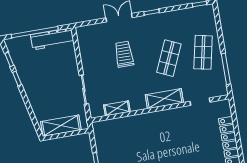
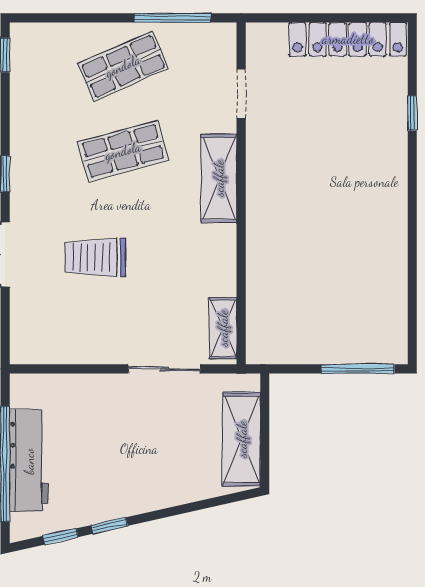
workbench: (52, 39) -> (29, 461), moved
shop shelf: (203, 52) -> (123, 66), turned -36
shop shelf: (169, 58) -> (123, 151), turned -39
shelving: (117, 108) -> (223, 328), moved

